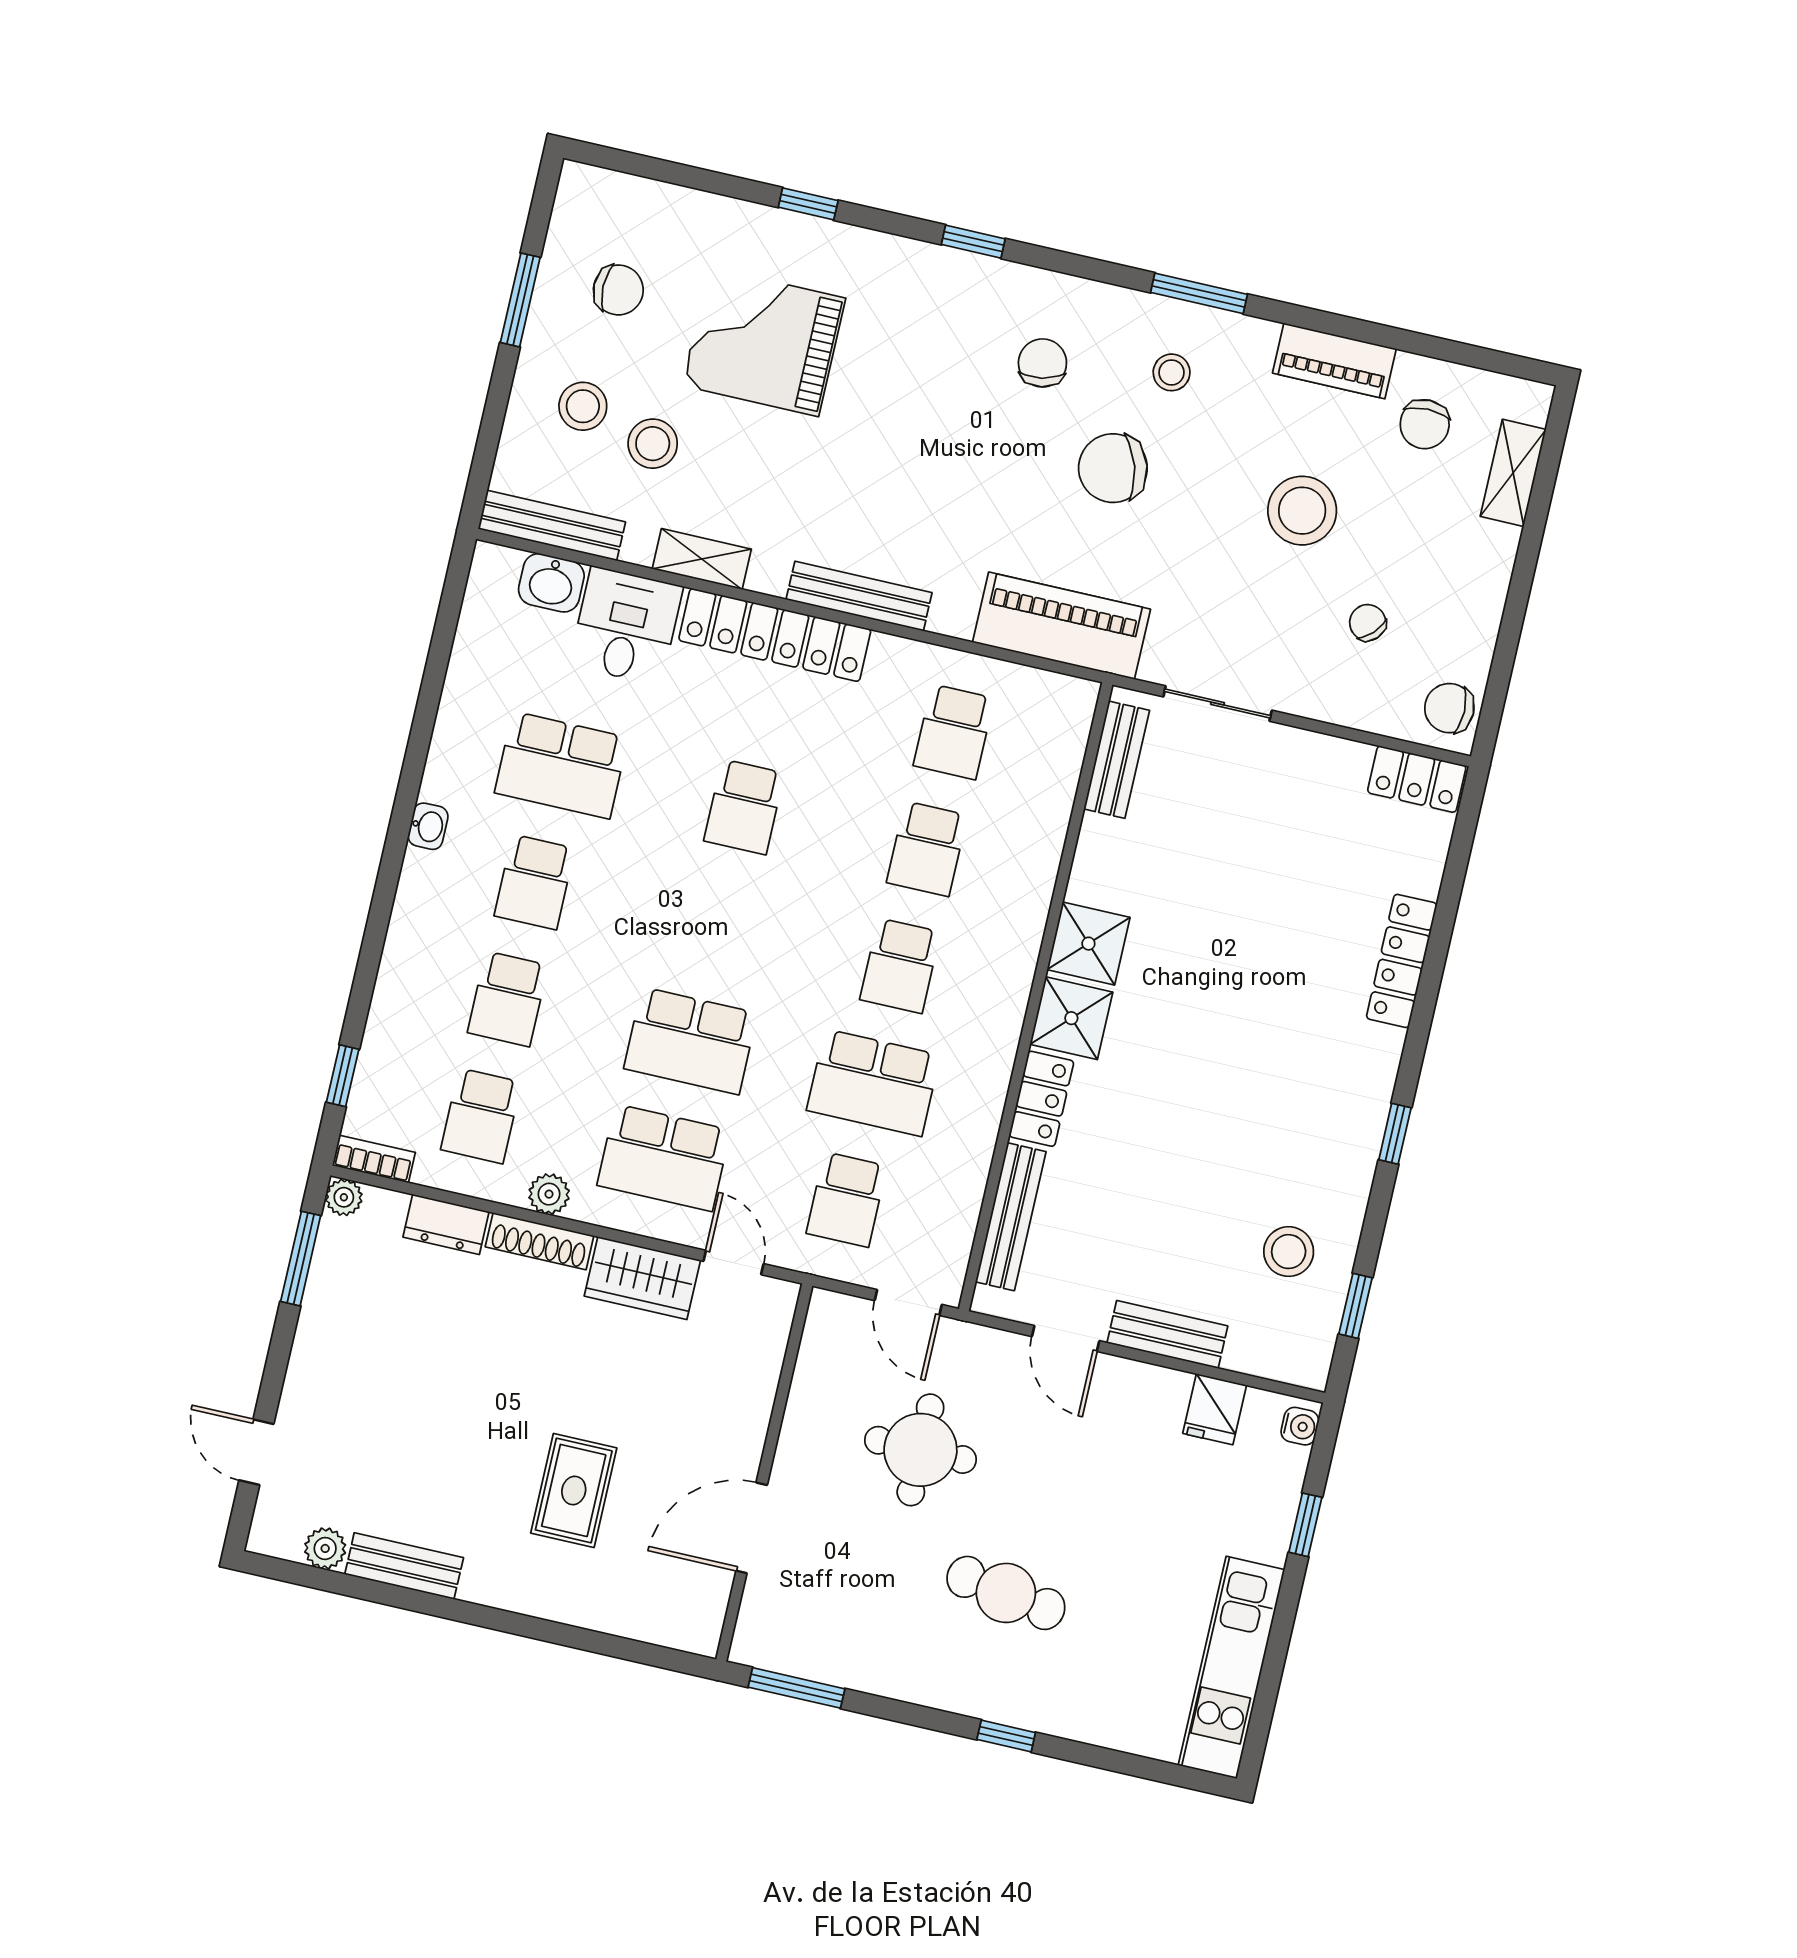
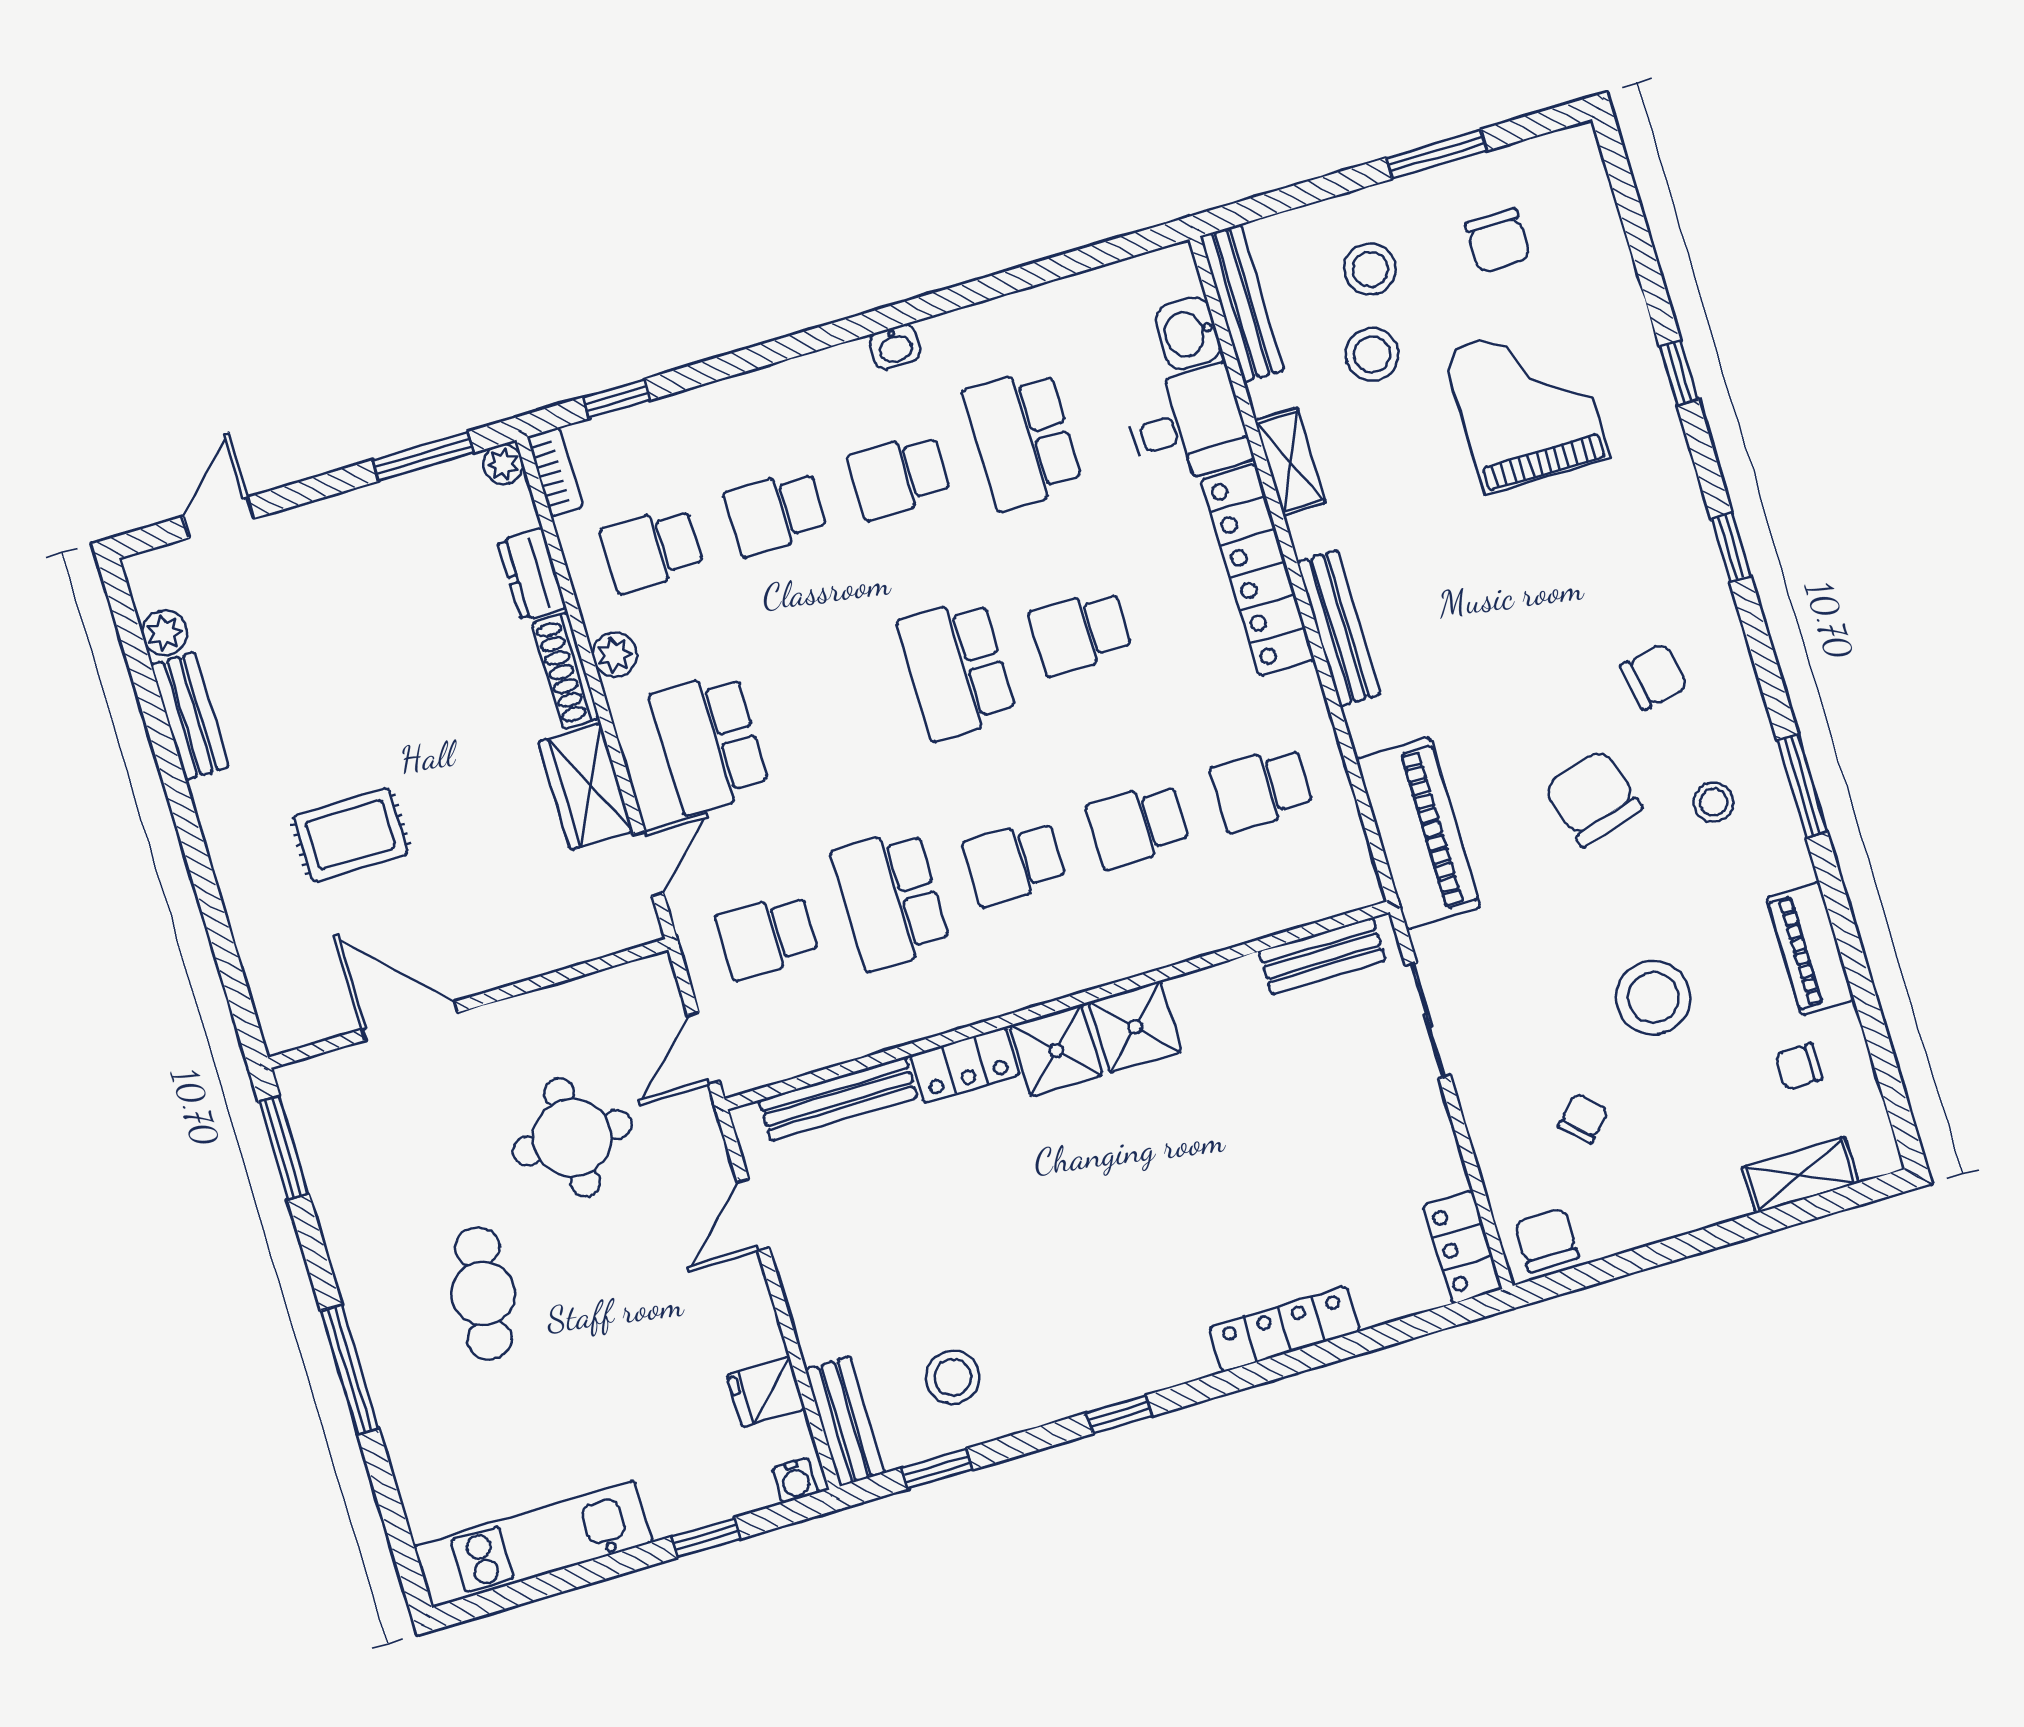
chair: (1425, 424) -> (1799, 1067), width x0.73, depth x0.73
school desk: (691, 1041) -> (957, 669), moved
bench: (1167, 1334) -> (845, 1421), moved
window: (1006, 1736) -> (350, 1369), width x2.17

